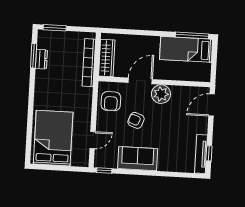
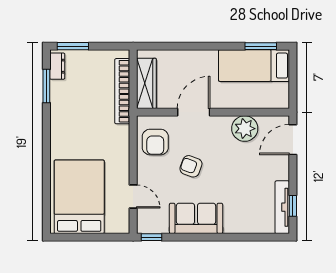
window: (192, 35) -> (261, 46), width x0.69
dresser: (41, 59) -> (57, 66), moved
plant: (161, 94) -> (245, 129), moved
door: (93, 140) -> (133, 197), hinge flipped

